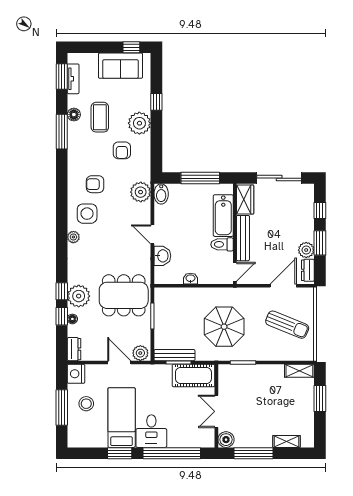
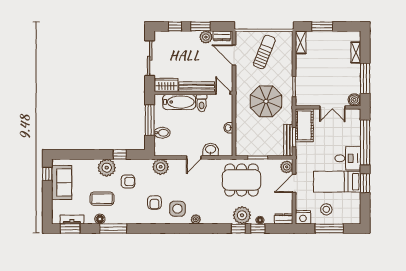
window: (156, 102) -> (120, 154), moved
bidet: (161, 194) -> (162, 133), moved
dining table: (124, 295) -> (241, 180), turned 90

